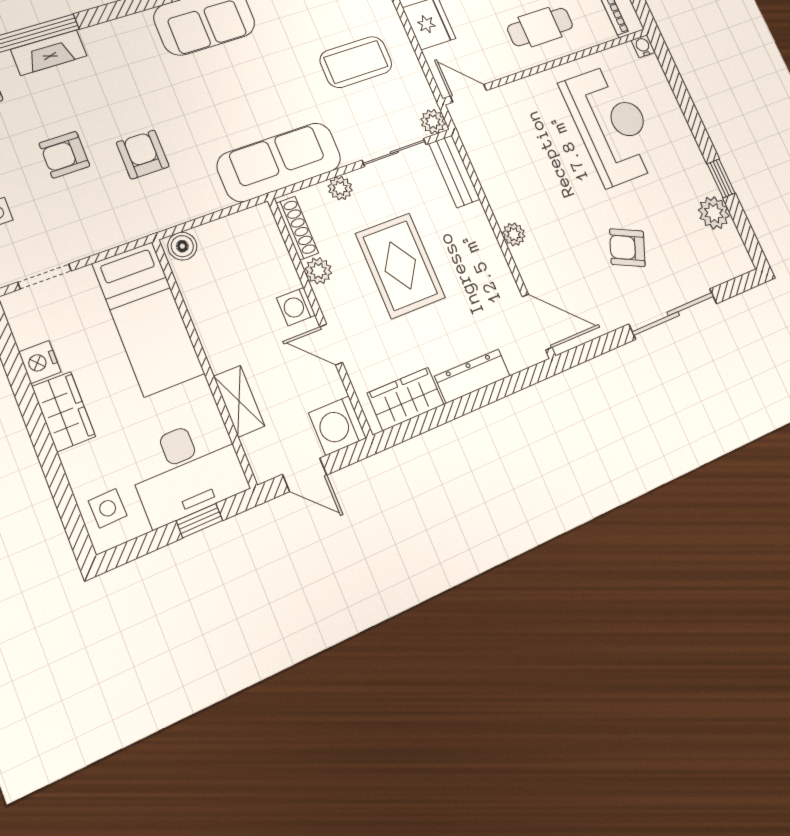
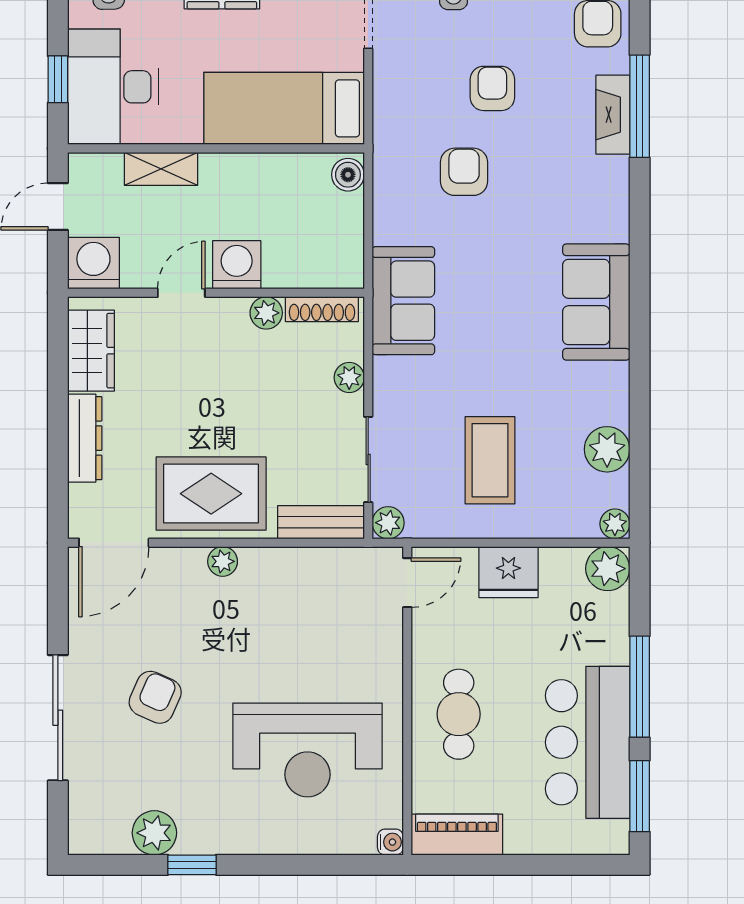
armchair: (143, 154) -> (464, 172), turned -90
sofa: (279, 162) -> (403, 301), width x0.73
rug: (400, 266) -> (211, 494), moved
washing machine: (296, 307) -> (237, 265), width x1.38, depth x1.38

